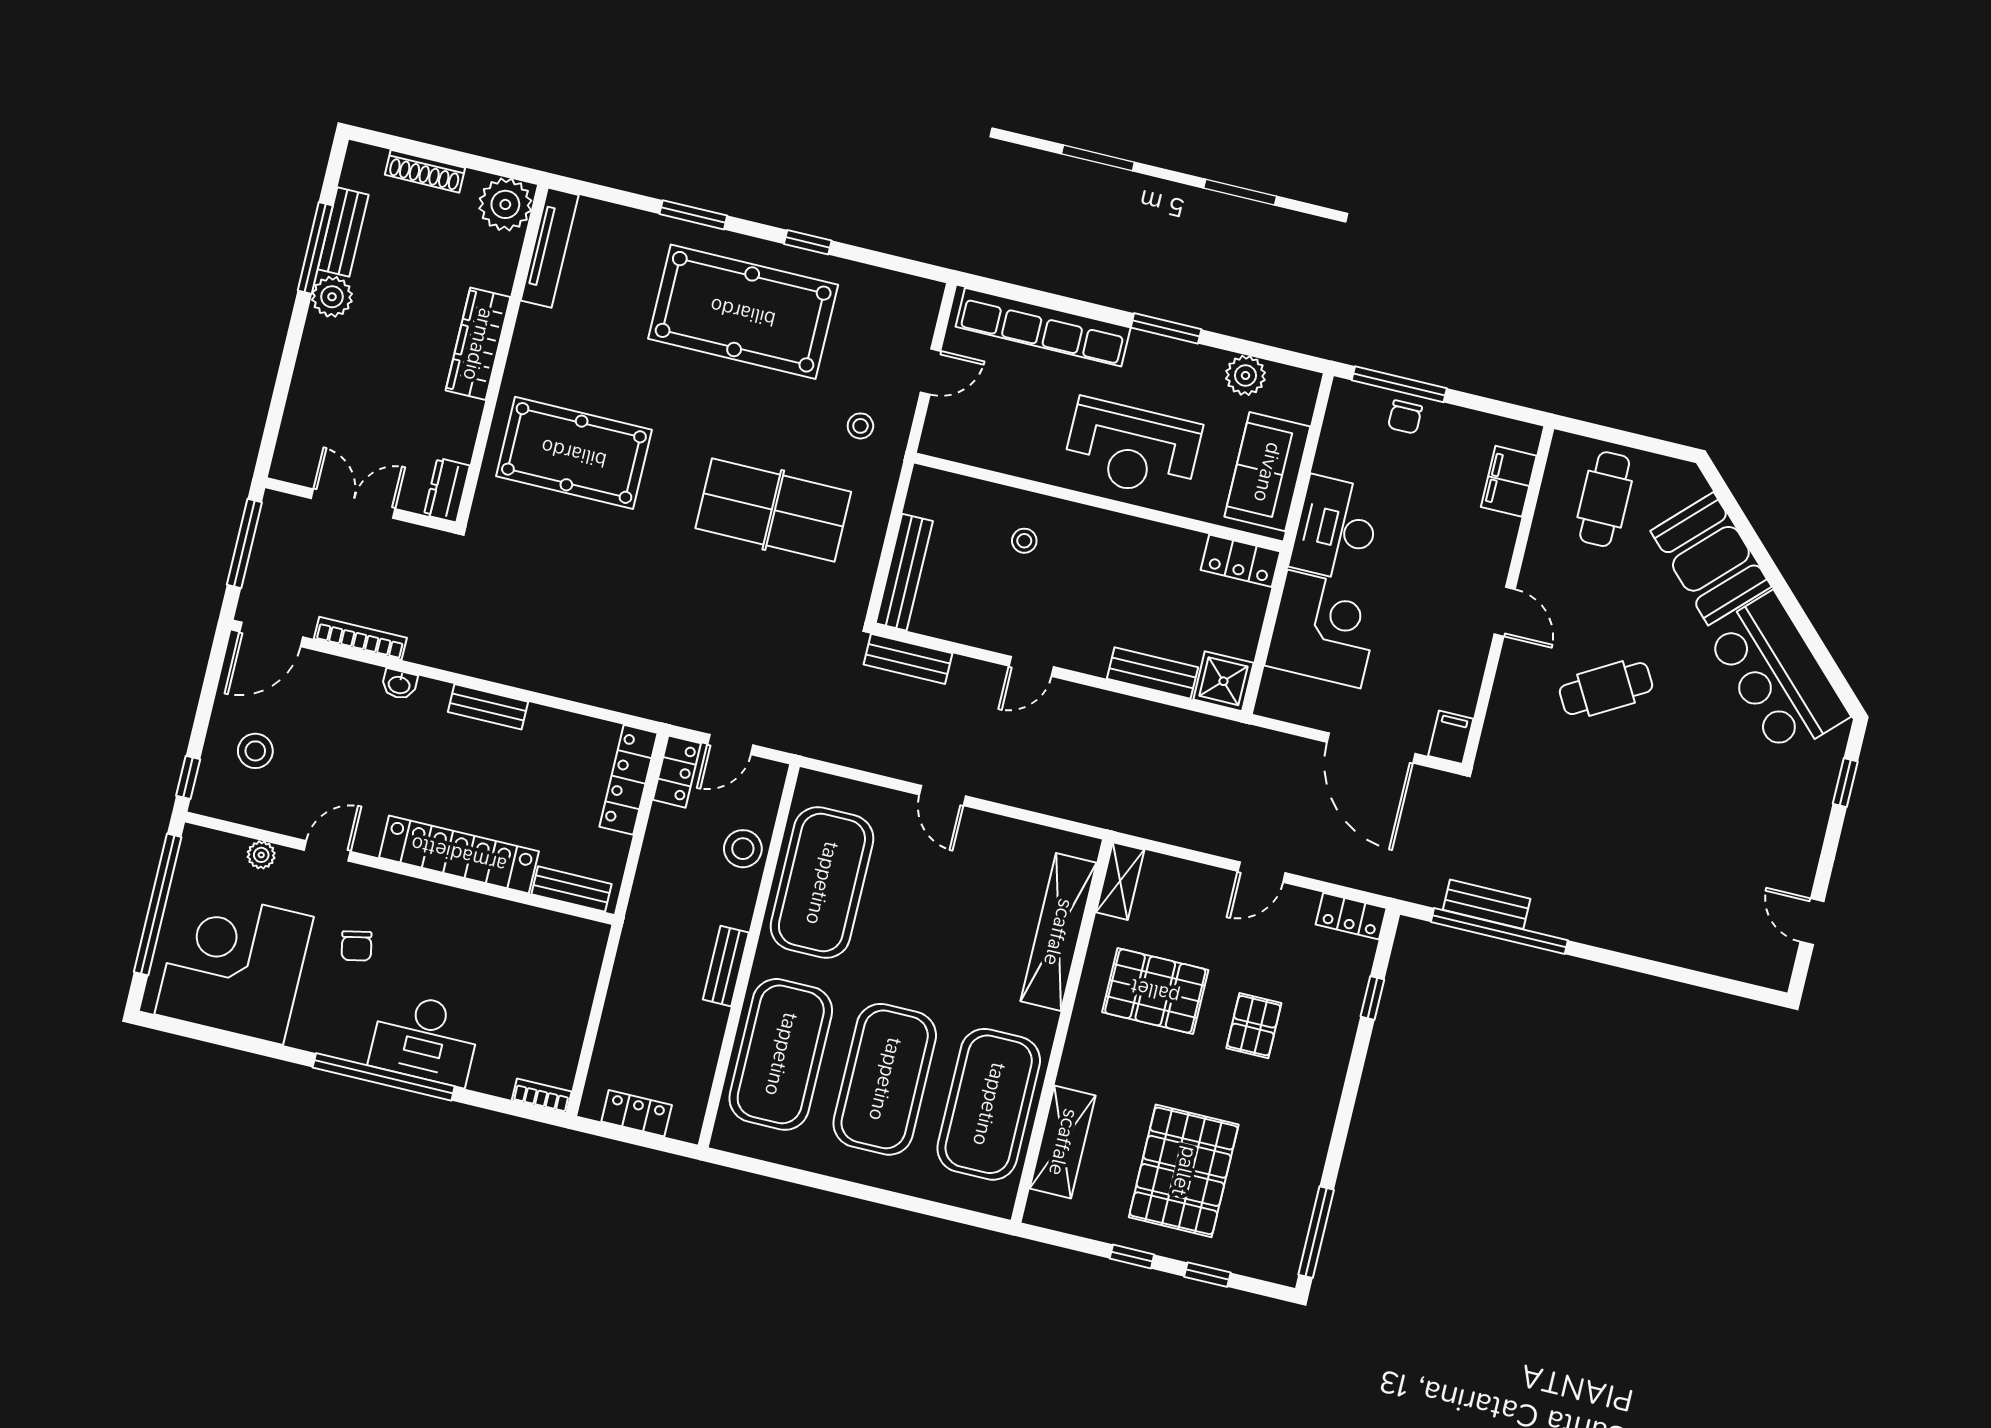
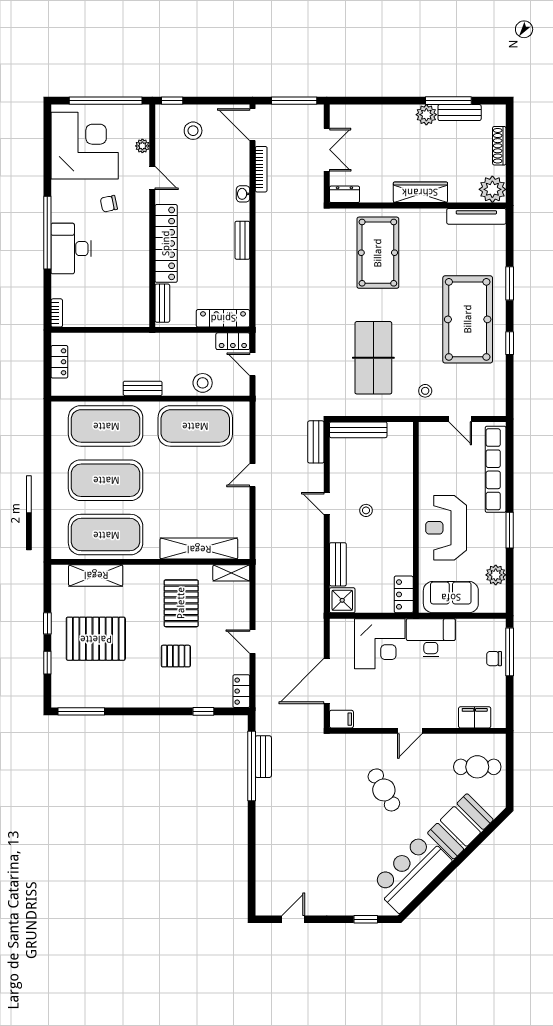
stool: (1024, 541) -> (366, 510), moved

